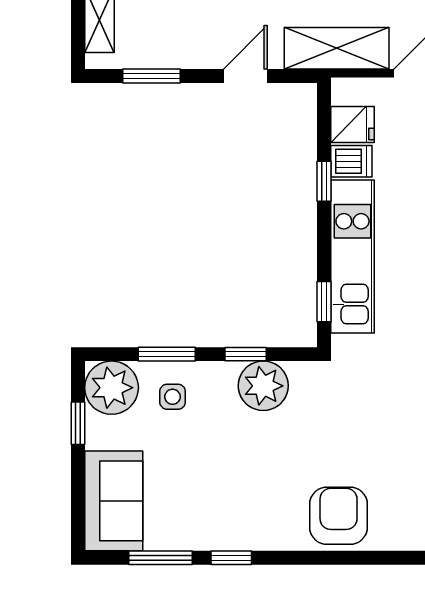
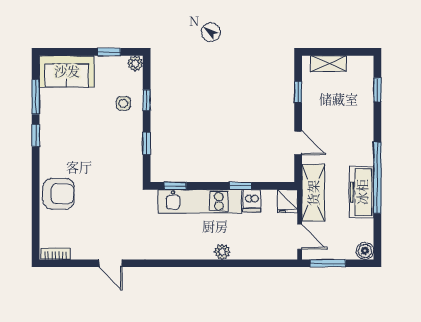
window: (151, 76) -> (298, 92), width x0.67
fridge: (352, 125) -> (287, 201), moved
window: (167, 354) -> (147, 100), width x0.67
plant: (263, 386) -> (129, 153), removed
plant: (112, 388) -> (135, 63), width x0.53, depth x0.53

